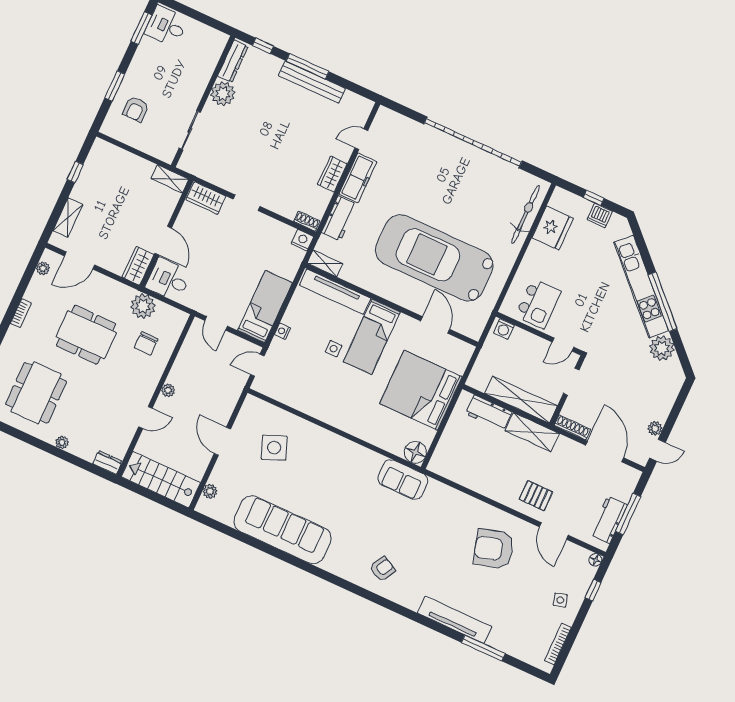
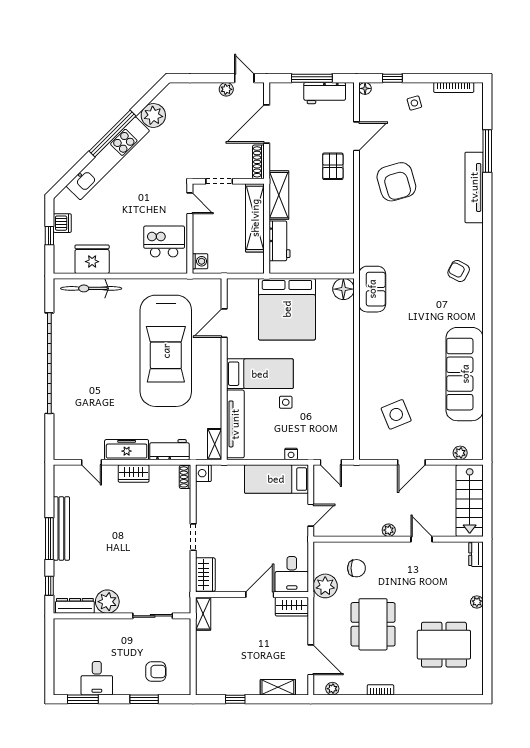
desk: (166, 26) -> (97, 678), moved

